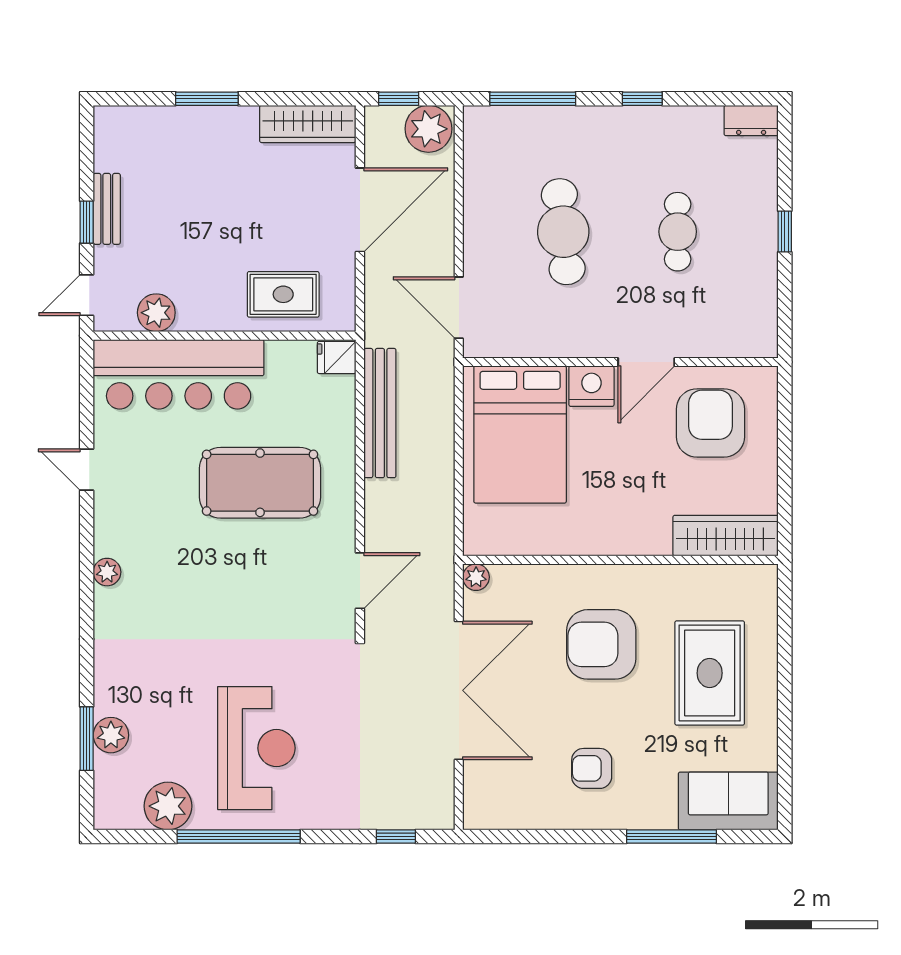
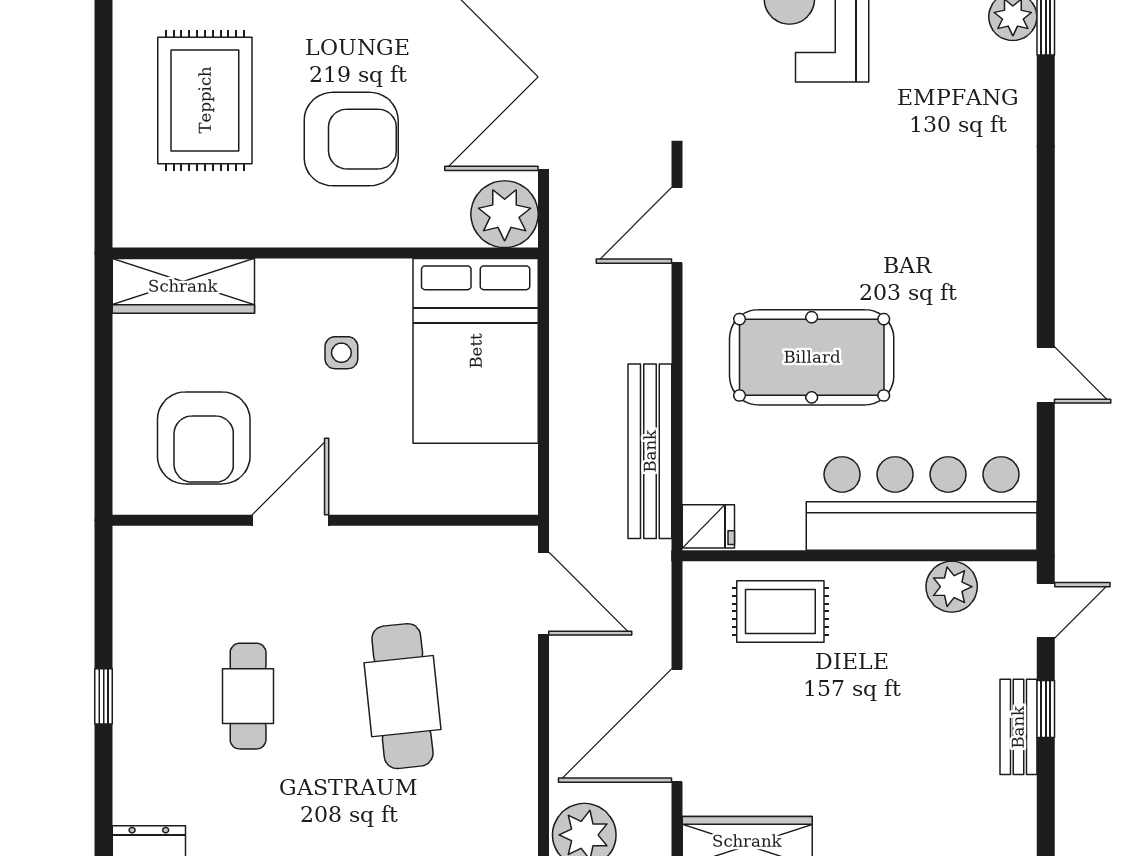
nightstand: (591, 386) -> (364, 488), removed
bed: (520, 435) -> (476, 351), moved, turned 180
side table: (608, 486) -> (341, 353), added
plant: (107, 572) -> (1018, 237), removed
plant: (476, 577) -> (505, 214), width x1.88, depth x1.88

